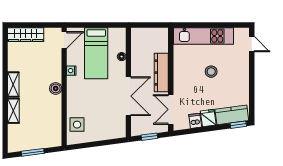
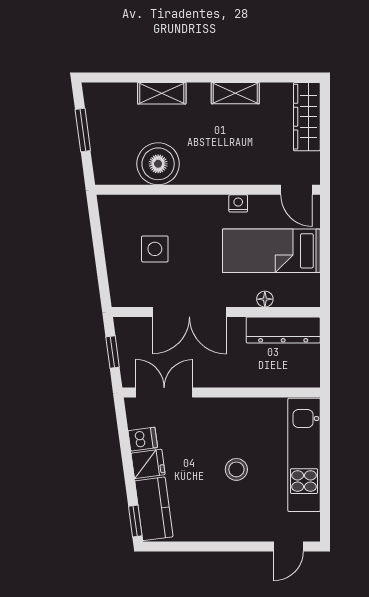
dresser: (161, 73) -> (283, 330), moved, turned 180
shelving: (13, 85) -> (235, 93), moved
boiler: (56, 88) -> (158, 164), moved, width x1.86, depth x1.86
side table: (77, 125) -> (155, 249), moved

